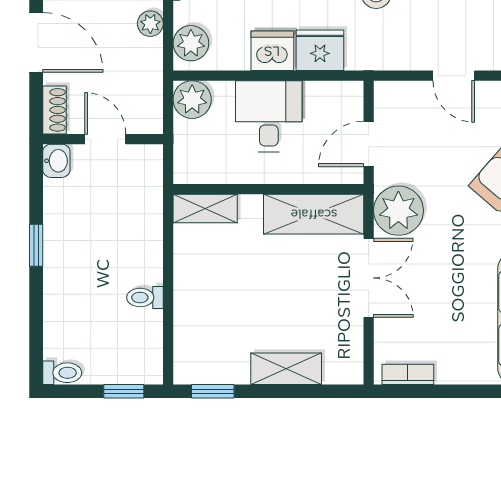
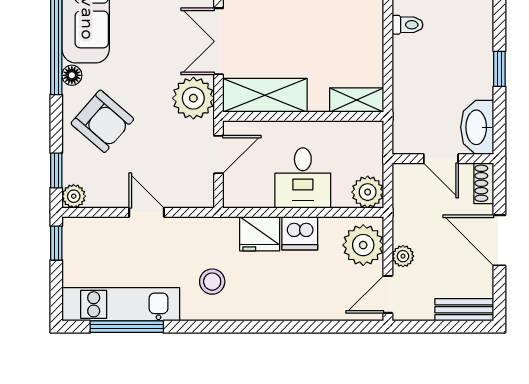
plant: (191, 43) -> (363, 245), width x1.36, depth x1.36
washbasin: (56, 161) -> (477, 127), width x1.91, depth x1.45

